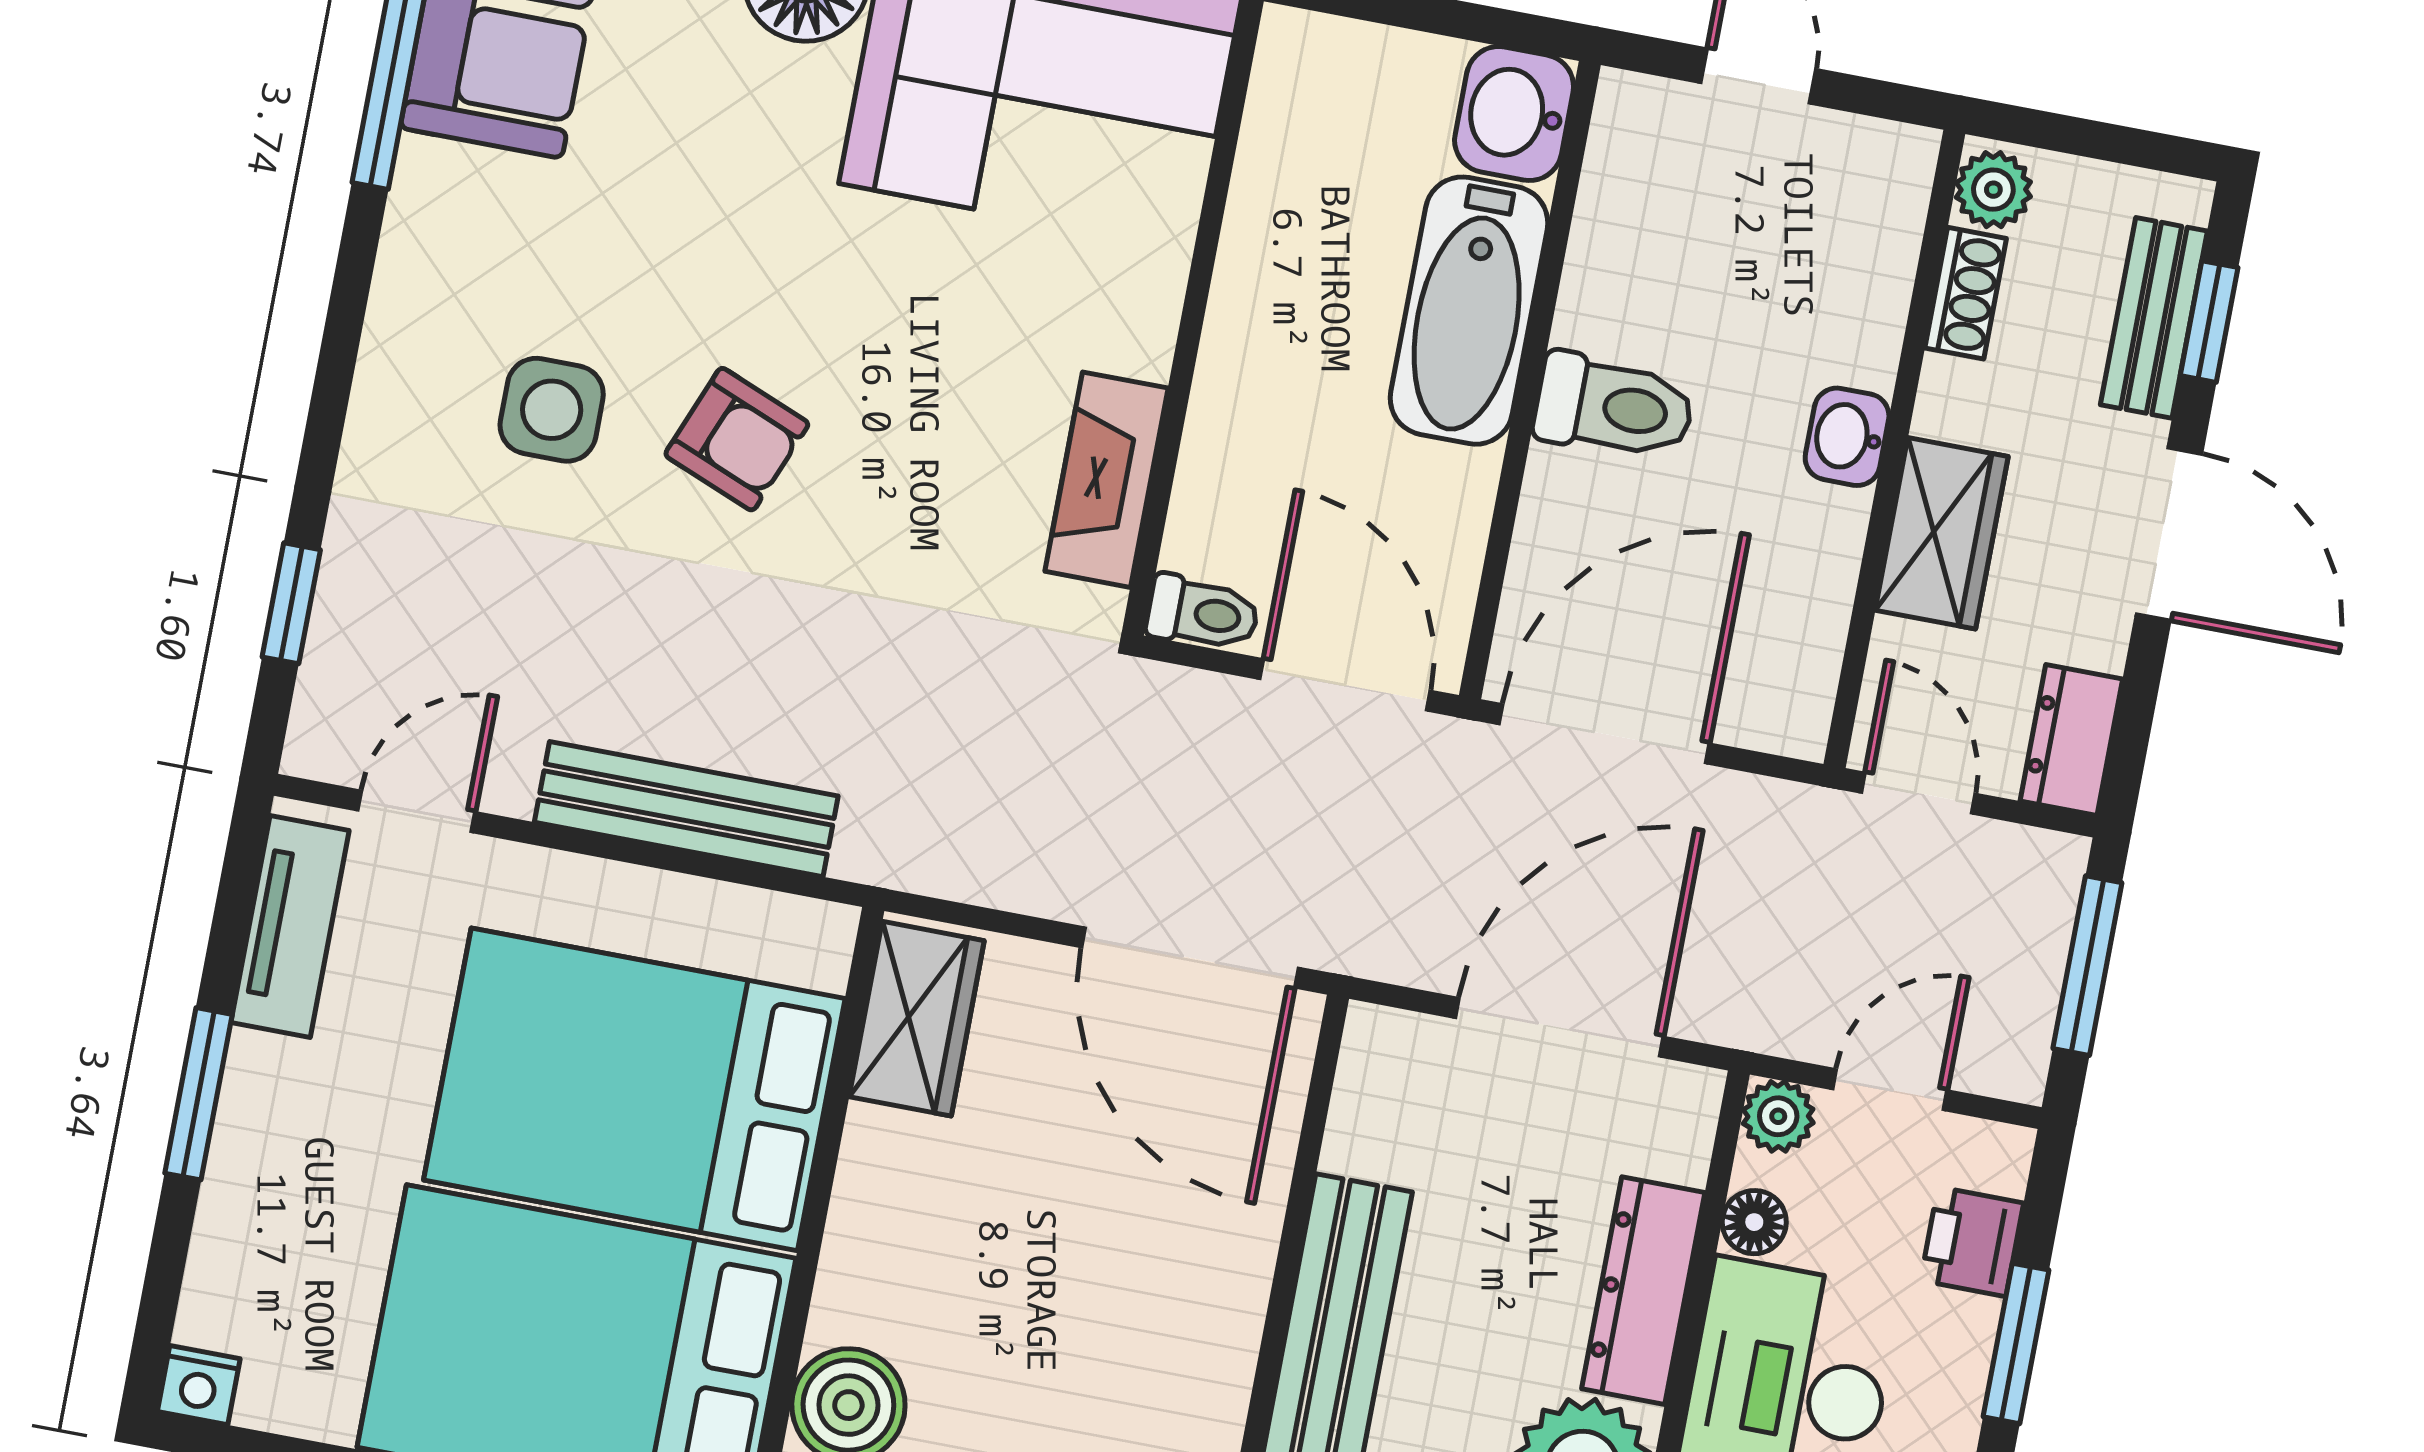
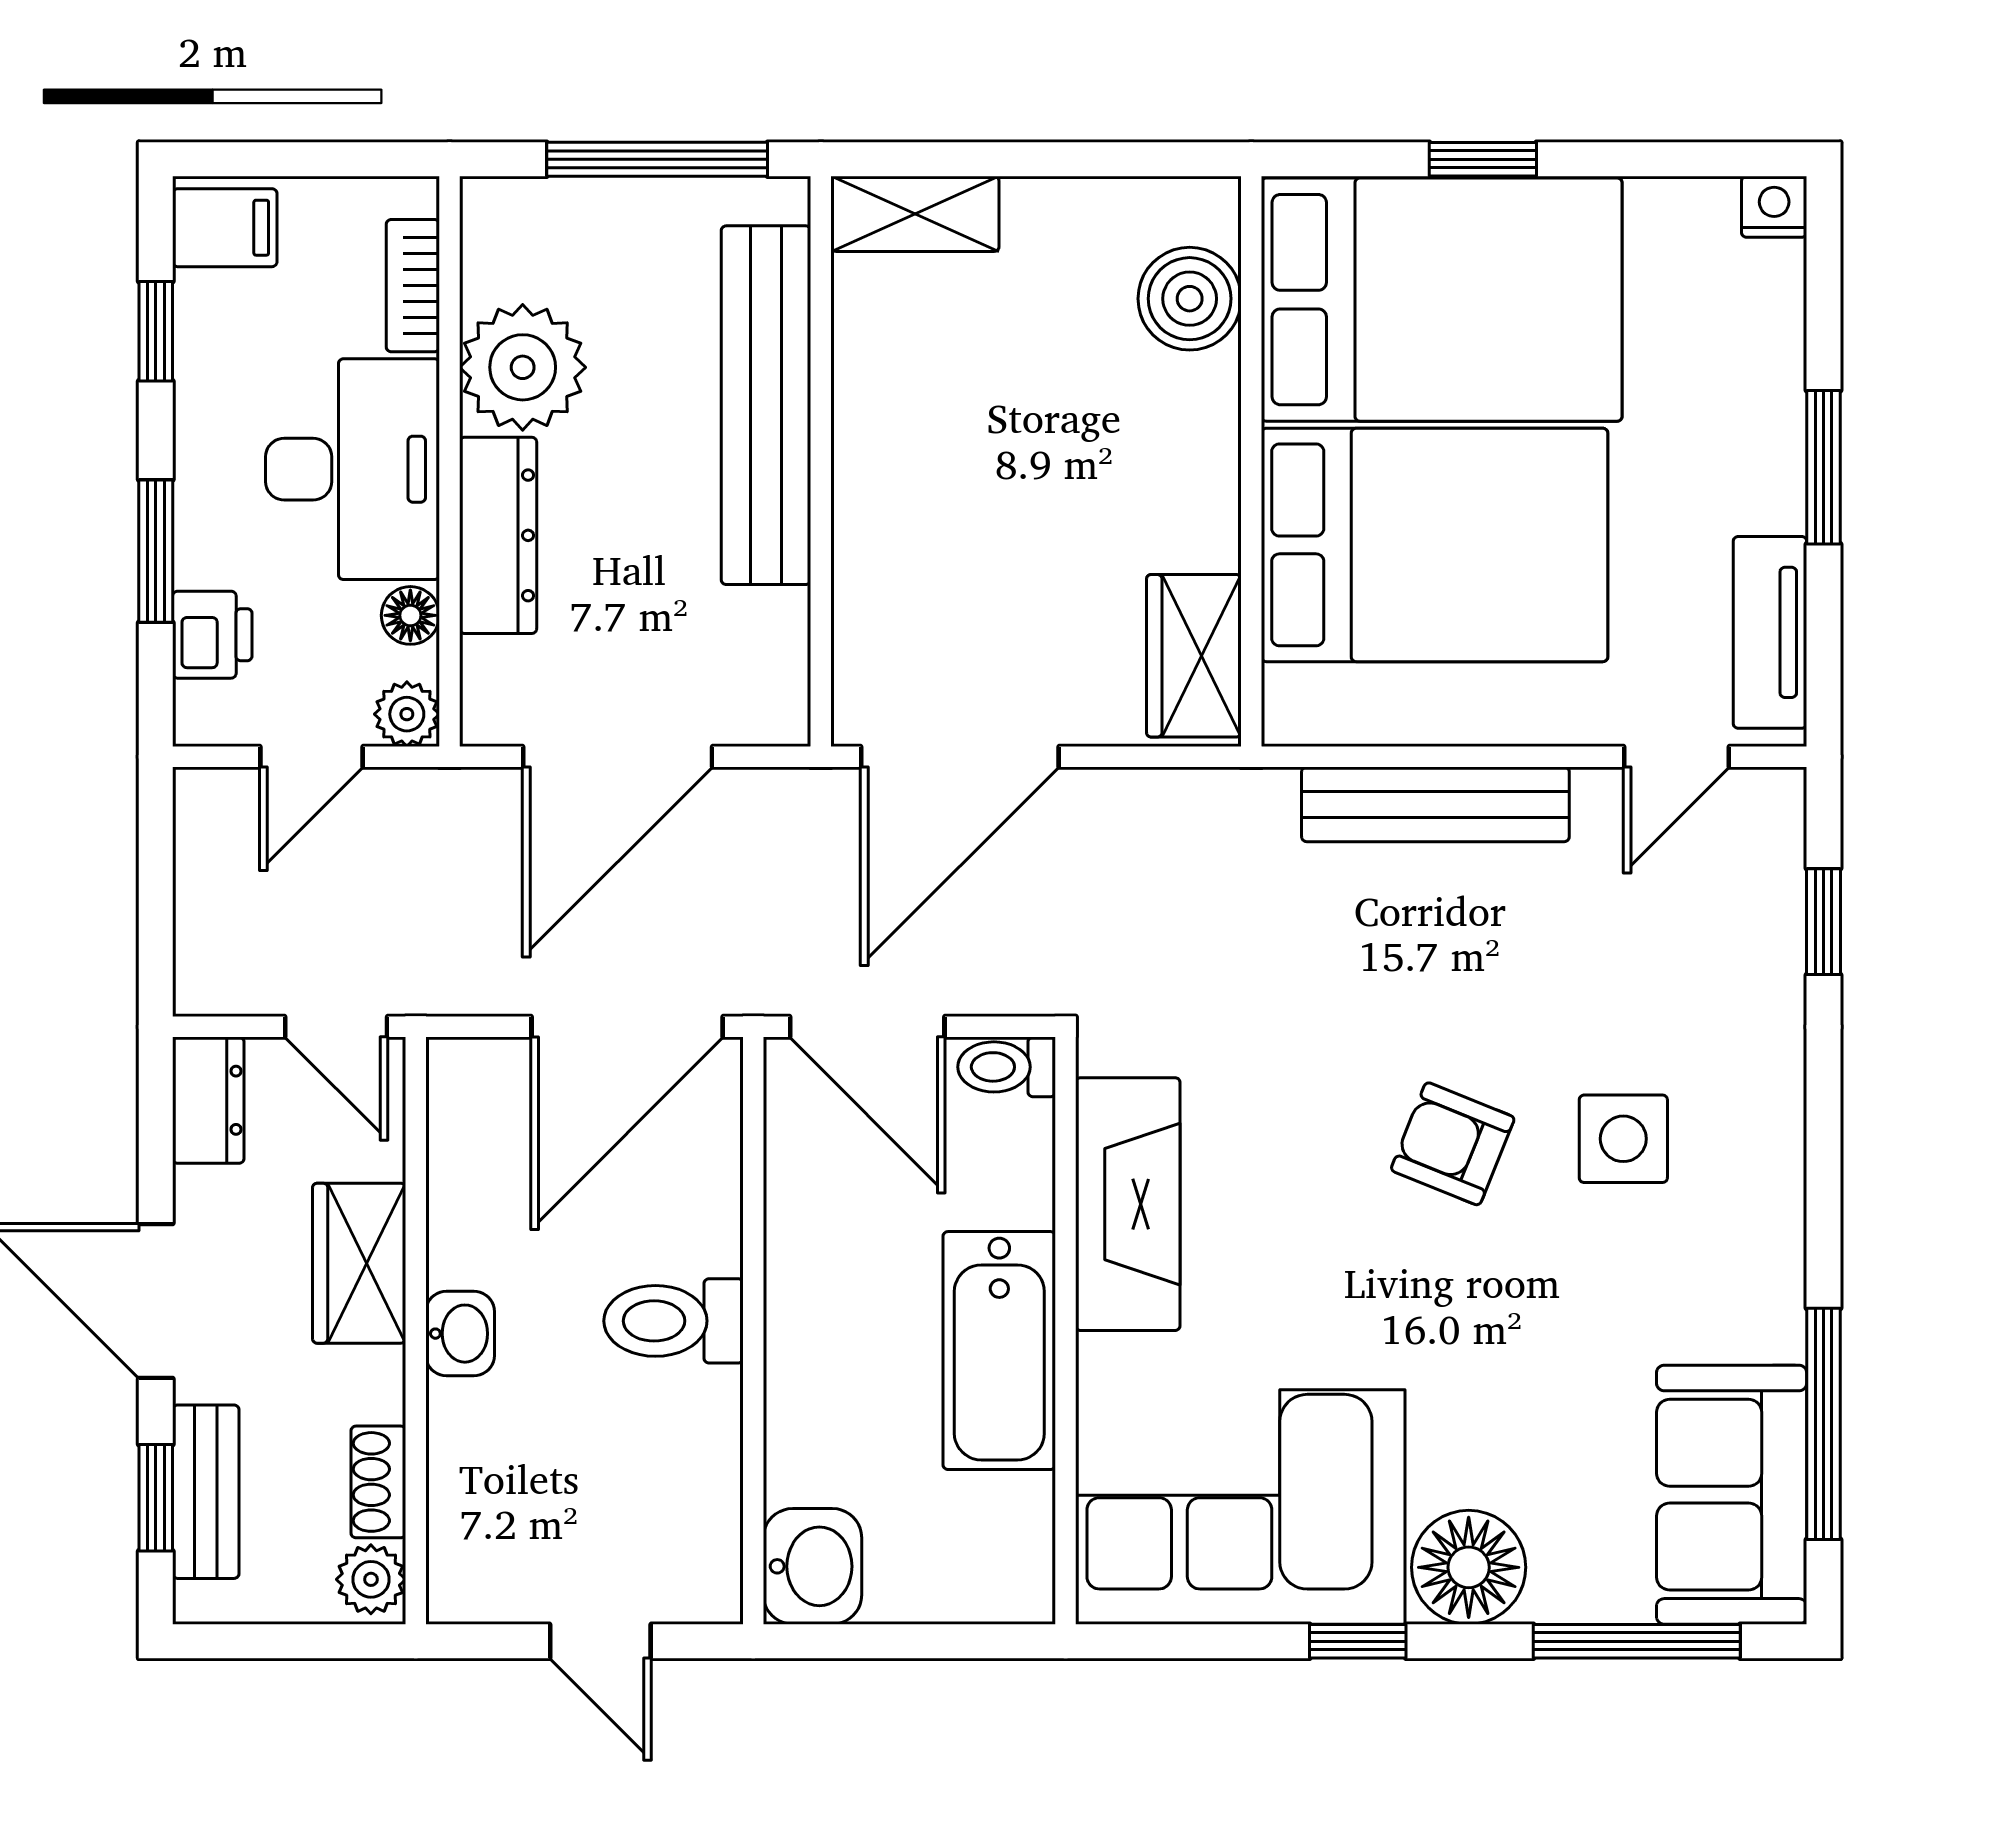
bathtub: (1469, 311) -> (999, 1351), moved, turned 180
fireplace: (1107, 480) -> (1128, 1204), width x1.37, depth x1.32
door: (1190, 957) -> (960, 757), swing flipped
window: (2087, 966) -> (156, 901), removed

